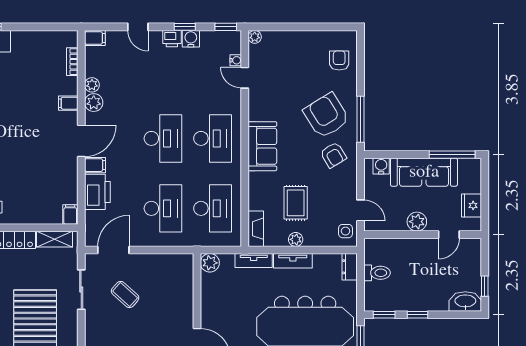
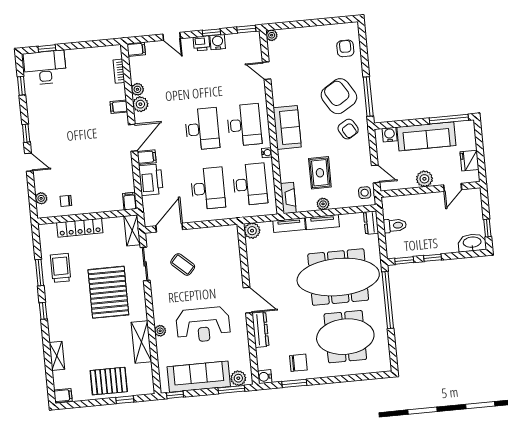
water cooler: (236, 60) -> (267, 153), moved
shelving: (54, 239) -> (132, 230), moved, turned 90

